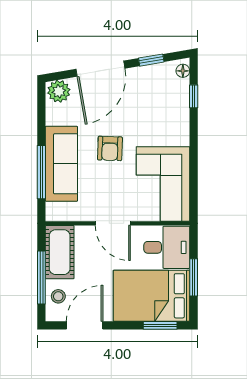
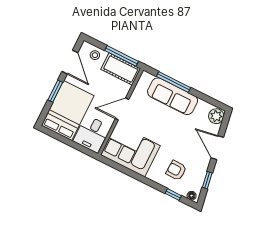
door: (100, 69) -> (217, 148), width x0.73
armchair: (110, 148) -> (176, 170), moved
window: (194, 277) -> (66, 141), removed
window: (41, 278) -> (122, 56), moved
window: (160, 325) -> (55, 91), moved

